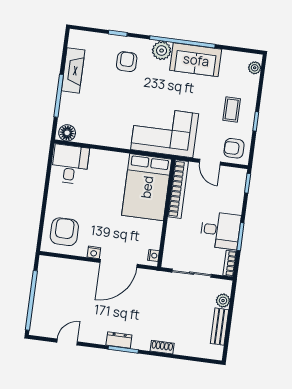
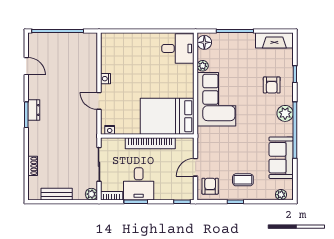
sofa: (196, 60) -> (281, 158), moved
armchair: (127, 62) -> (272, 85), turned 90
fireplace: (73, 70) -> (274, 40), moved
corner sofa: (165, 132) -> (216, 99), moved
plant: (94, 138) -> (203, 66), added
bookcase: (178, 189) -> (150, 143), moved
armchair: (64, 232) -> (120, 51), removed
door: (119, 263) -> (99, 101), width x0.53
plant: (223, 301) -> (91, 194), moved
shoe rack: (162, 347) -> (33, 166), moved

